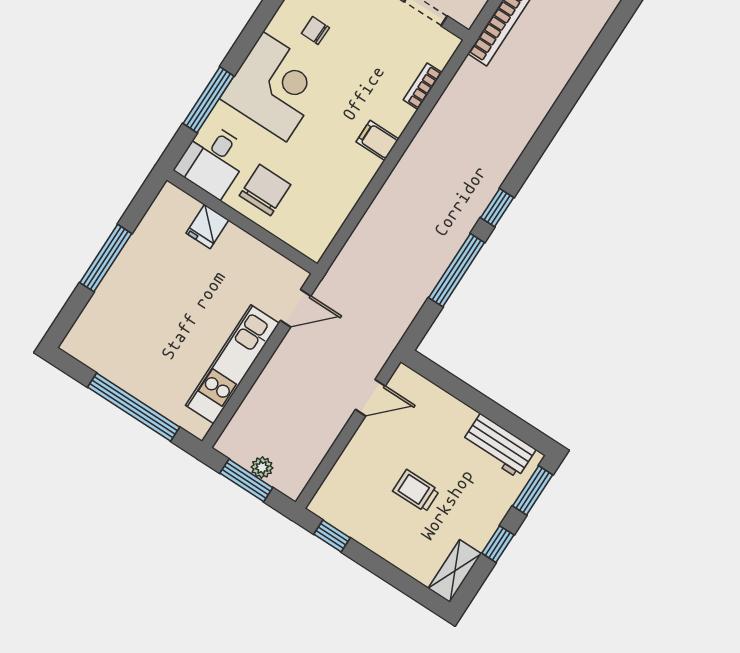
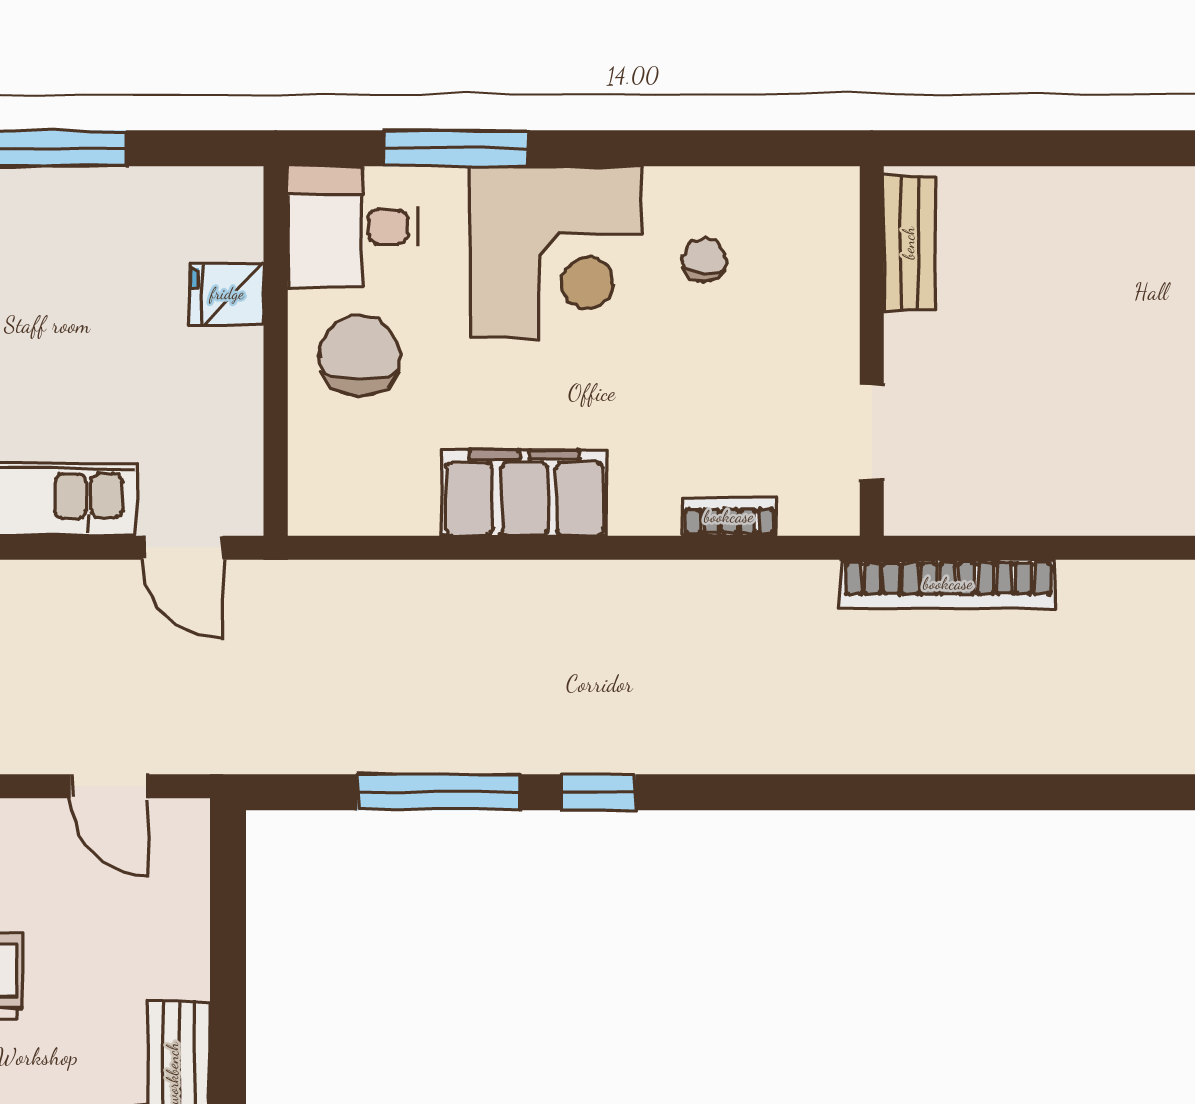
filing cabinet: (377, 140) -> (524, 493), width x3.00, depth x1.17
chair: (265, 190) -> (359, 355), turned -90

